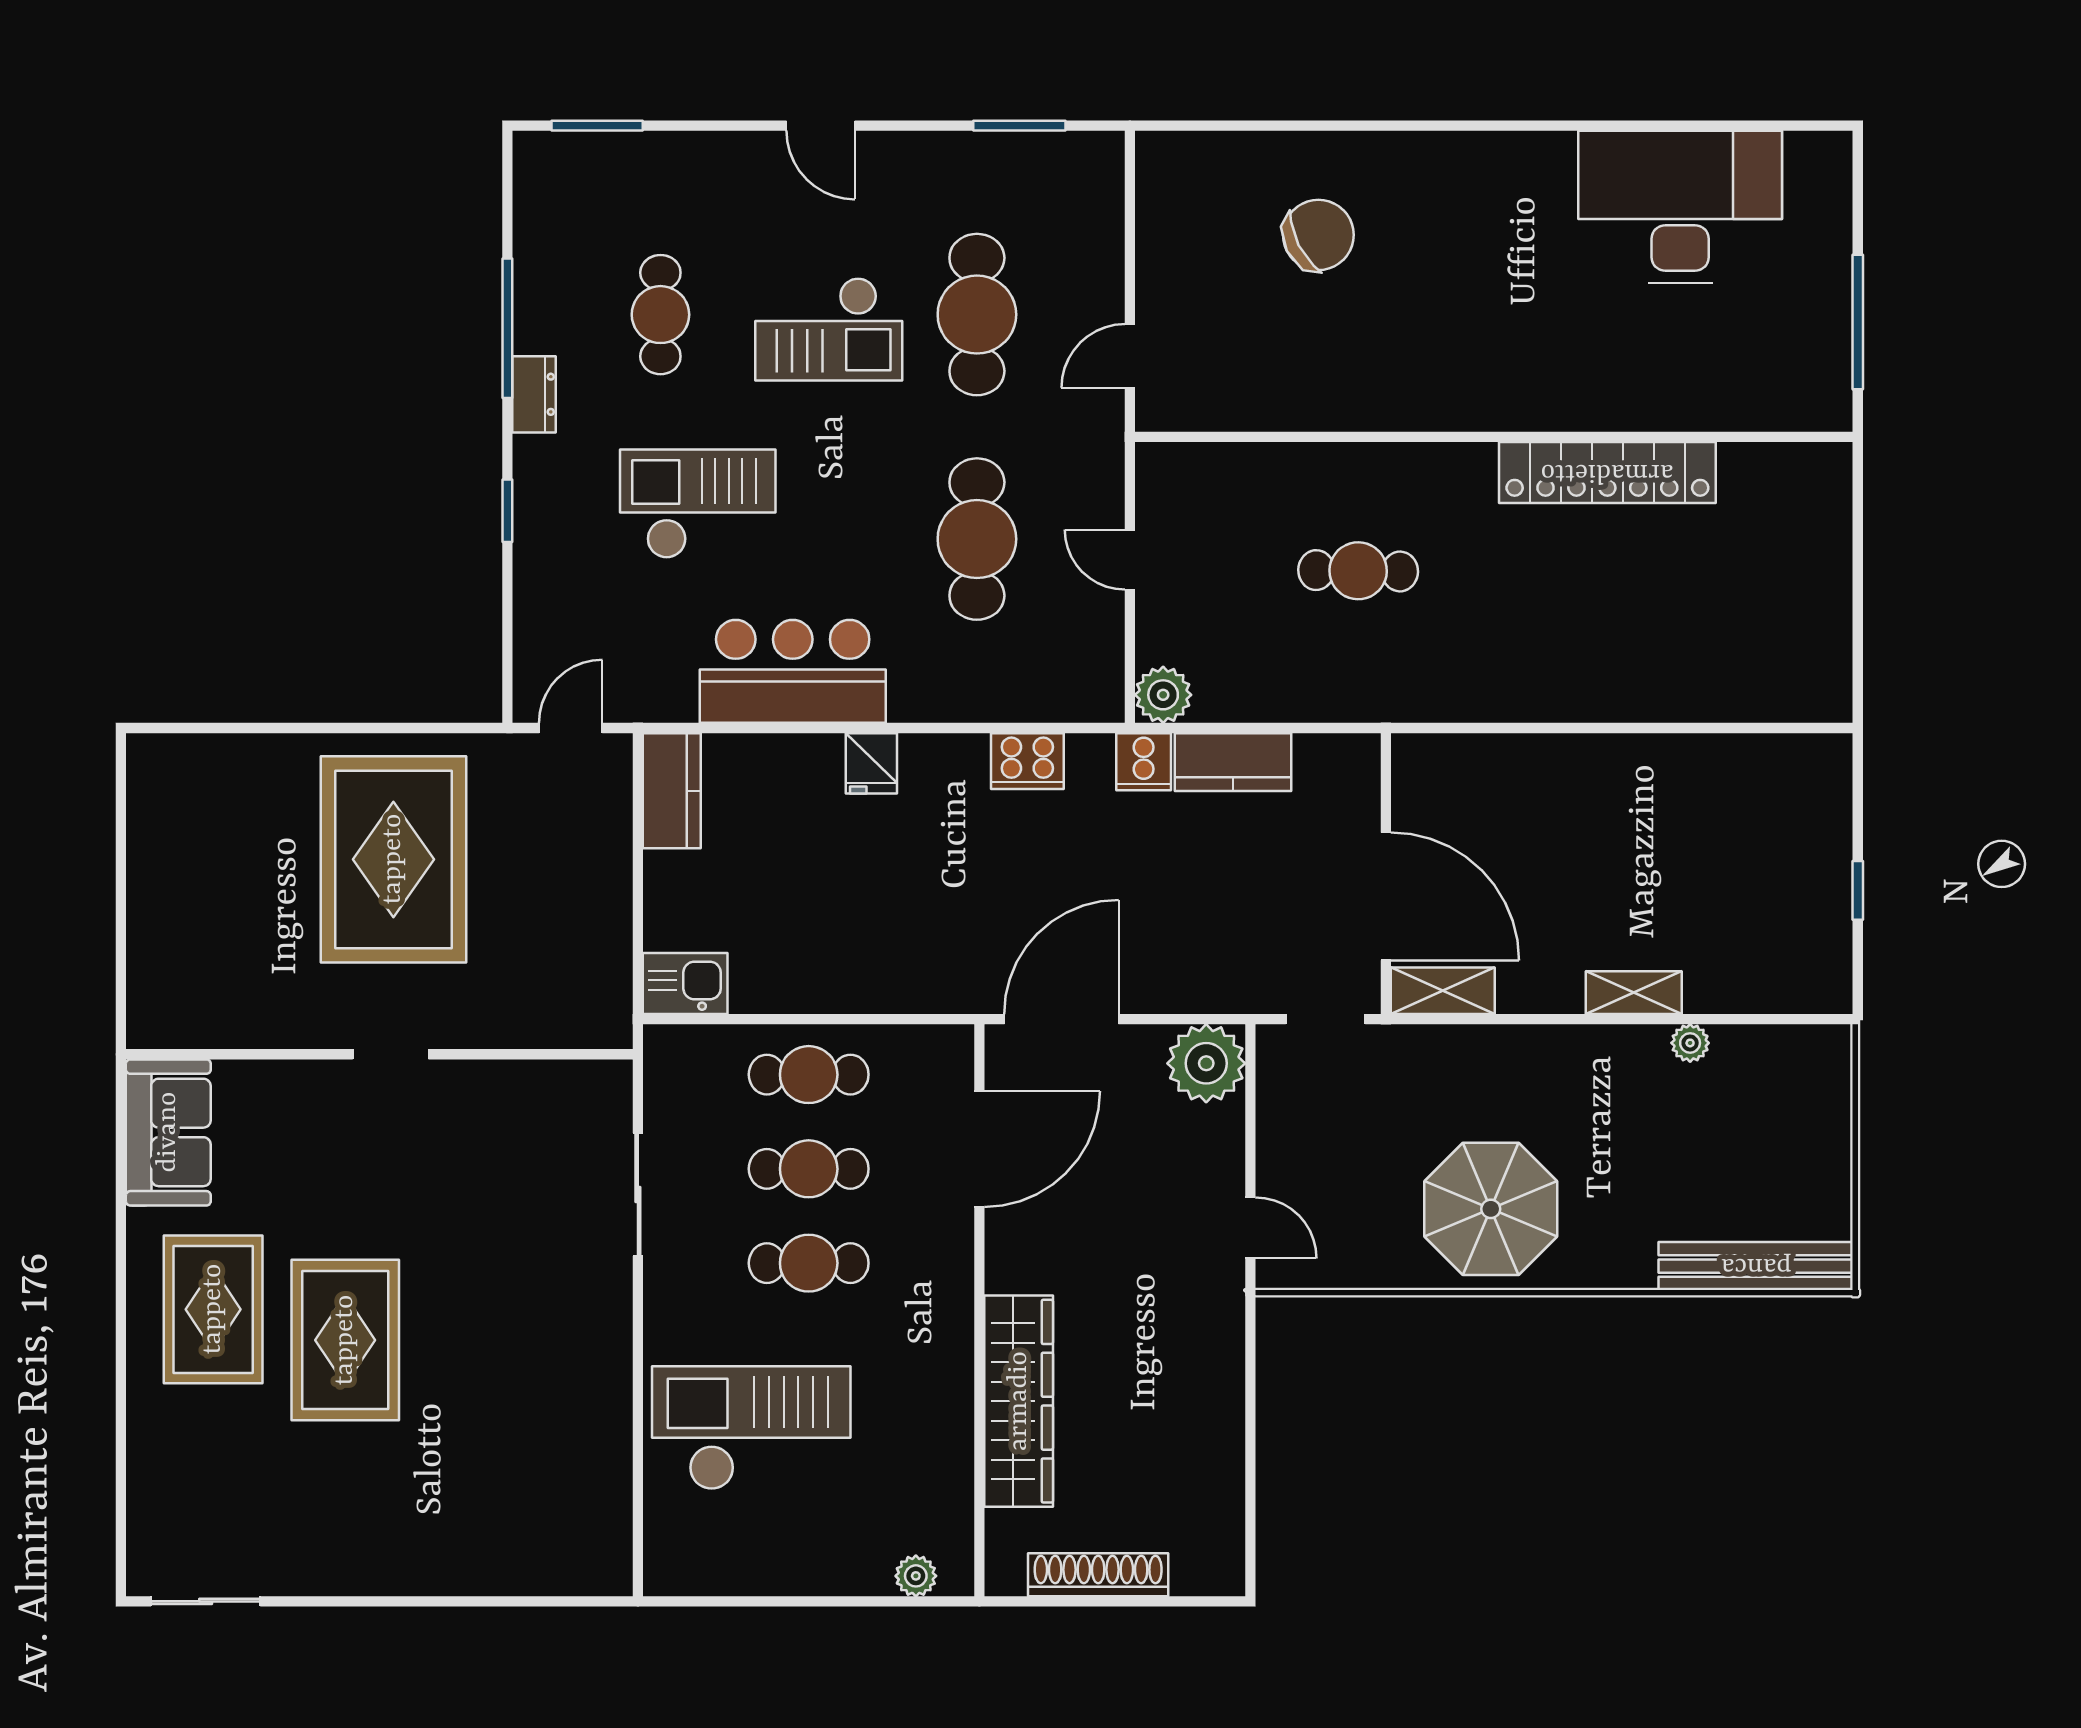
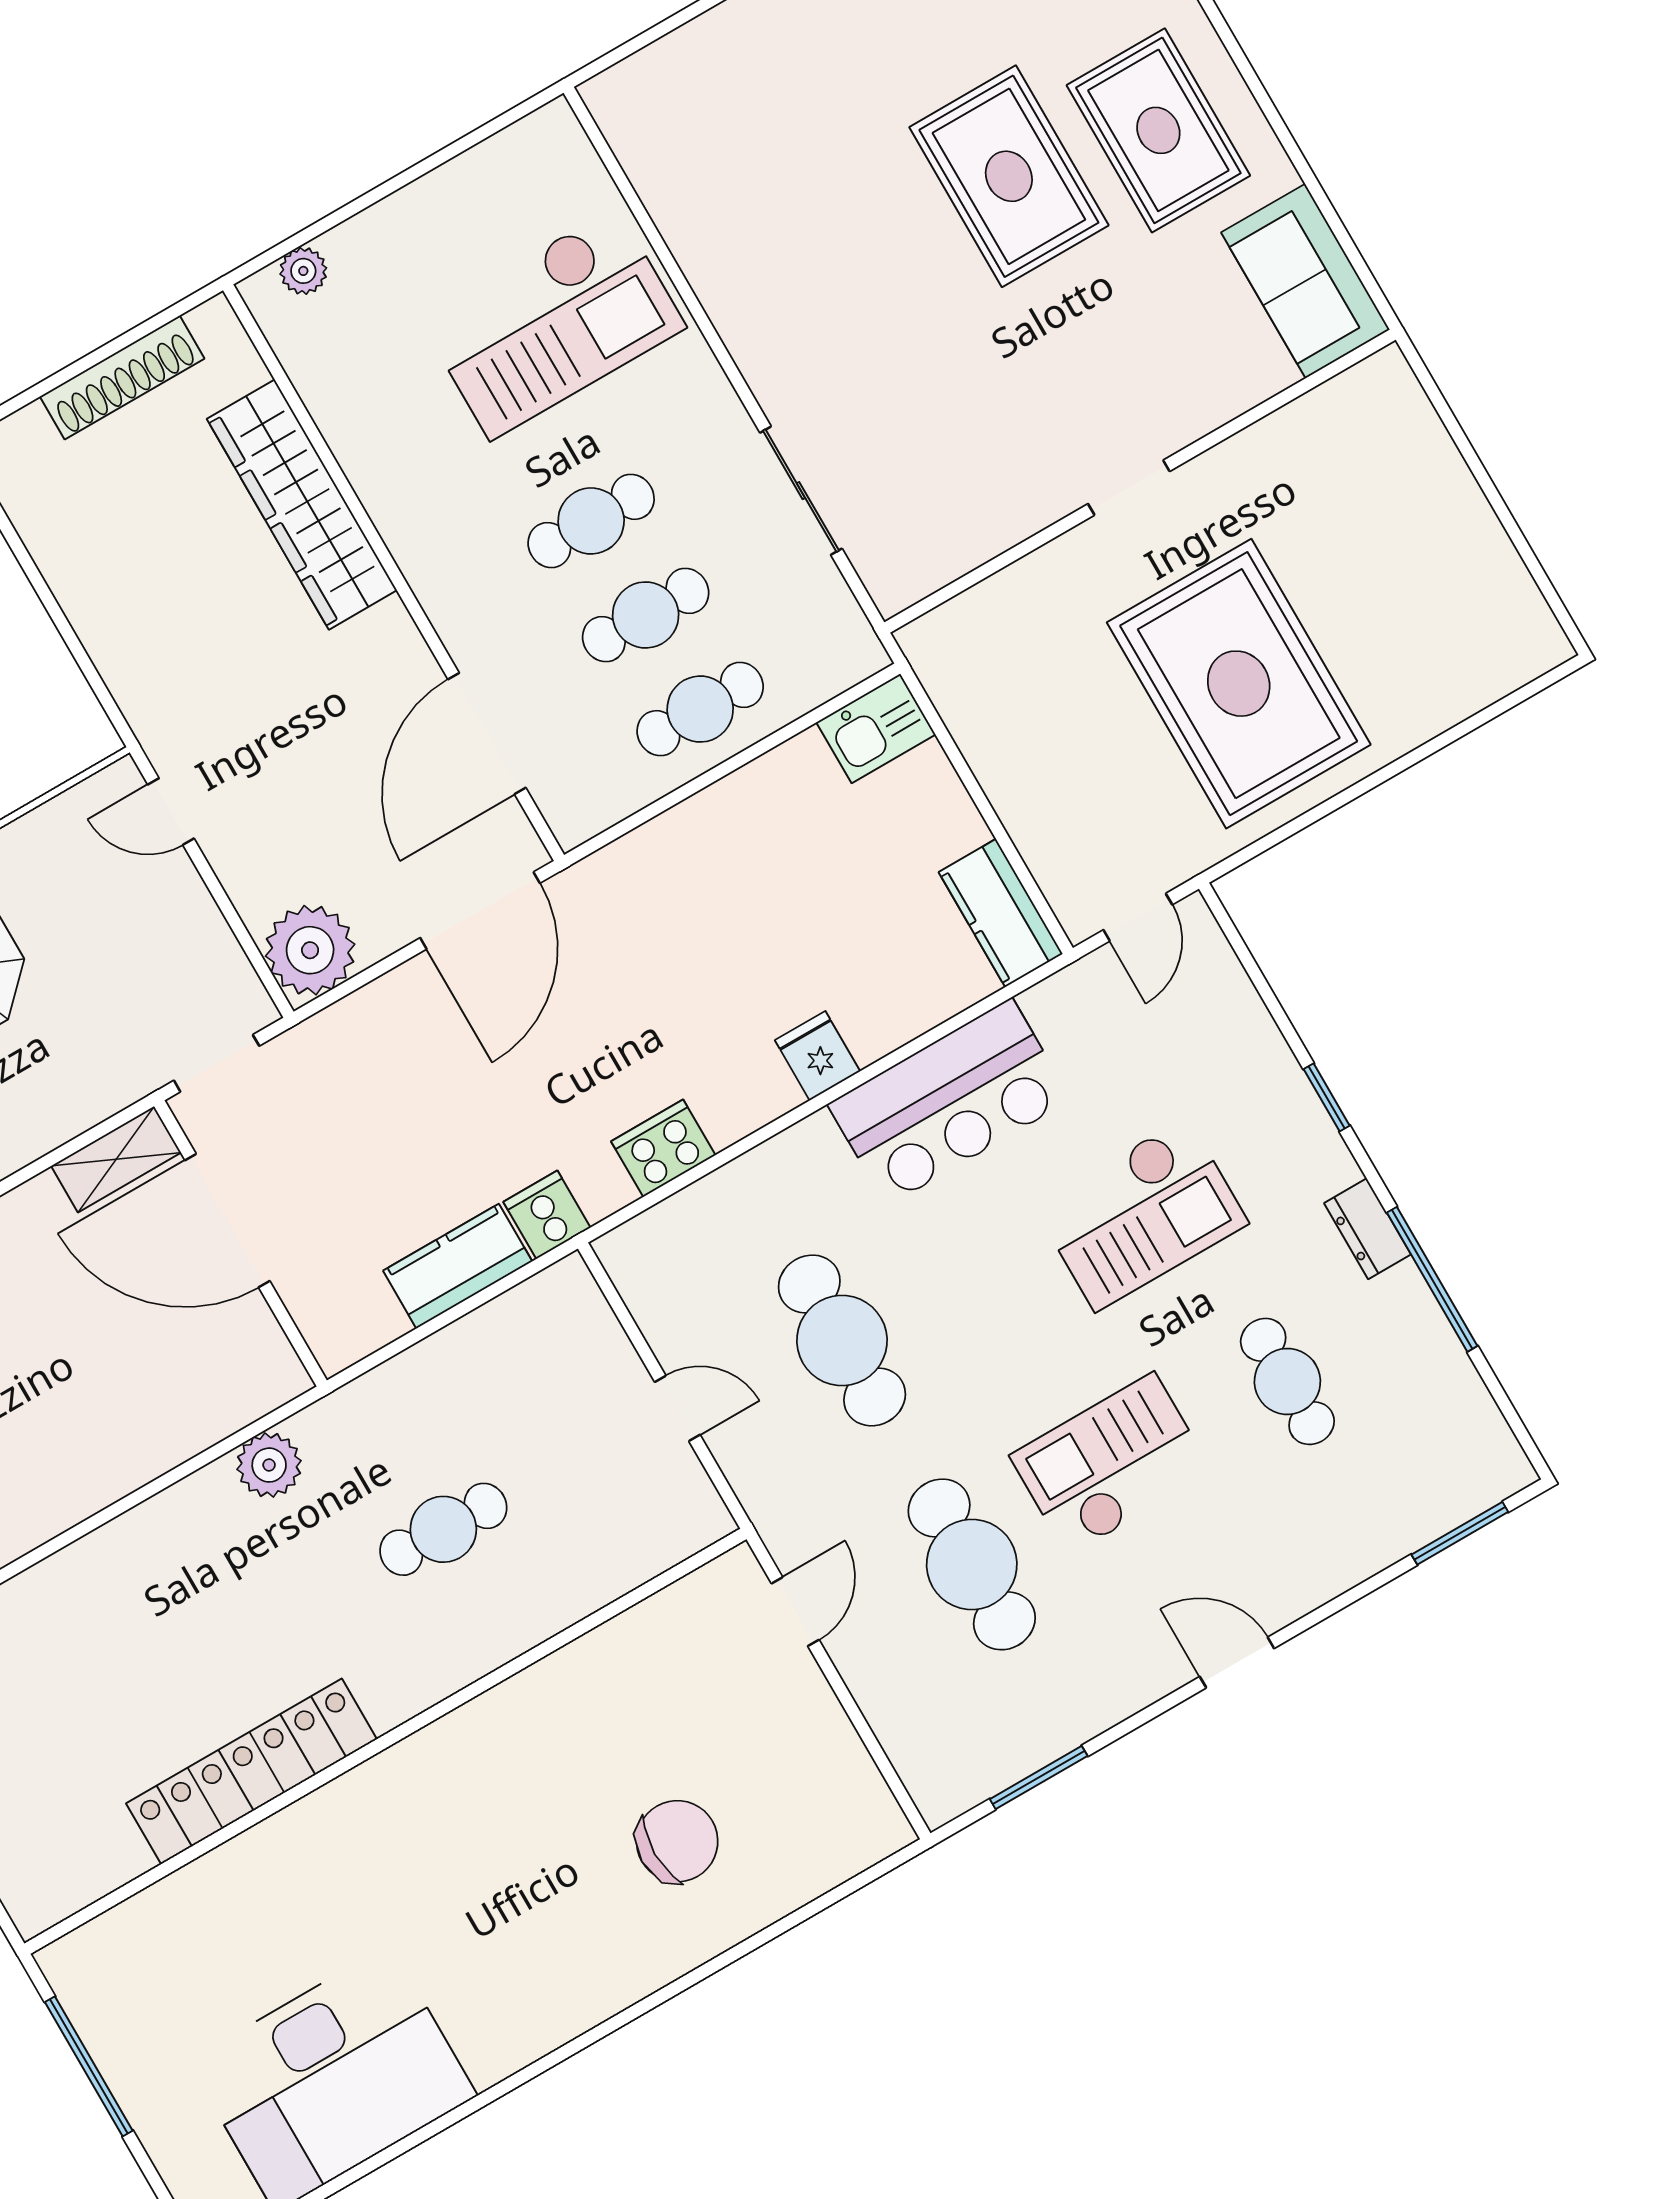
chair: (1318, 235) -> (677, 1841), turned -153
plant: (1163, 695) -> (269, 1465), moved

